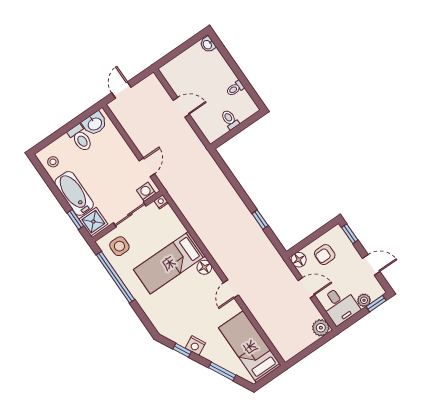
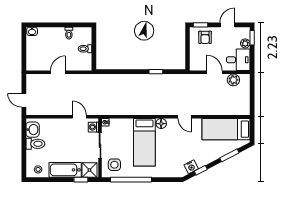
armchair: (325, 255) -> (205, 37), moved
floor lamp: (299, 260) -> (195, 65), removed
door: (306, 288) -> (215, 72), hinge flipped
plant: (321, 328) -> (233, 80), moved
nightstand: (195, 345) -> (191, 167), moved

